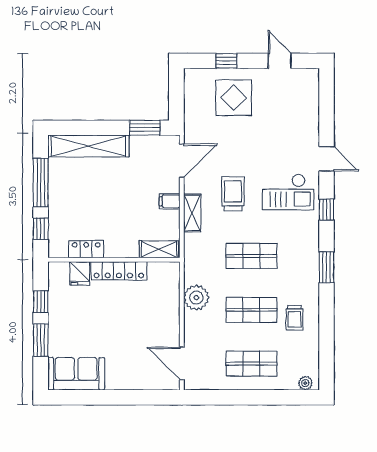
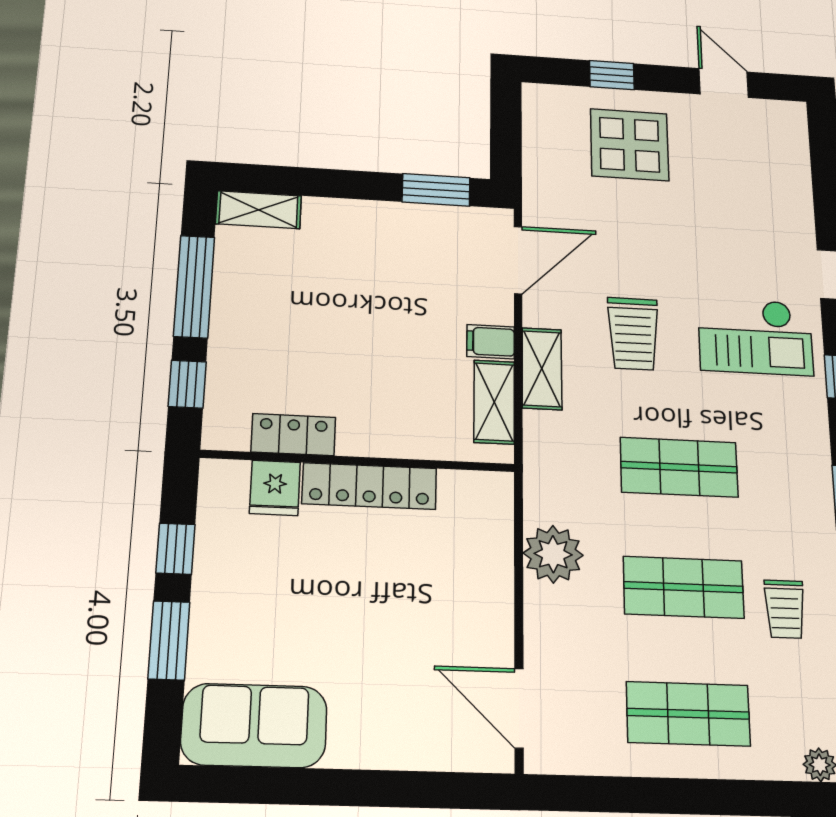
shelving: (88, 146) -> (259, 210), width x0.45, depth x0.75
trolley: (233, 194) -> (633, 334), turned 180
shelving: (159, 249) -> (494, 402), moved, turned 90

